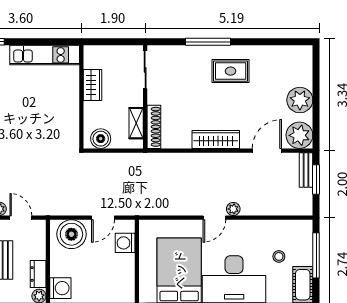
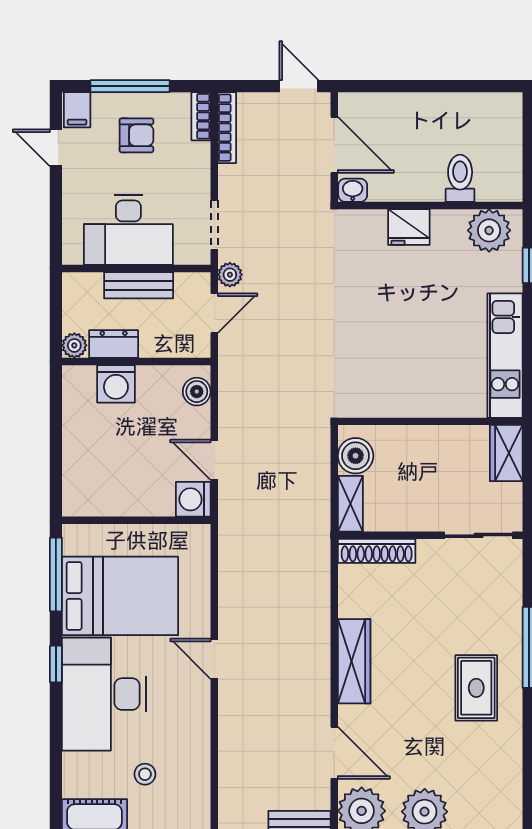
wardrobe: (93, 85) -> (506, 453), moved, turned 90
shelving: (136, 123) -> (350, 504), moved, turned 90
plant: (233, 209) -> (230, 693), removed
boiler: (71, 234) -> (197, 392), width x0.54, depth x0.54
washing machine: (125, 243) -> (193, 499), moved, turned -90
washing machine: (60, 288) -> (116, 384), moved

